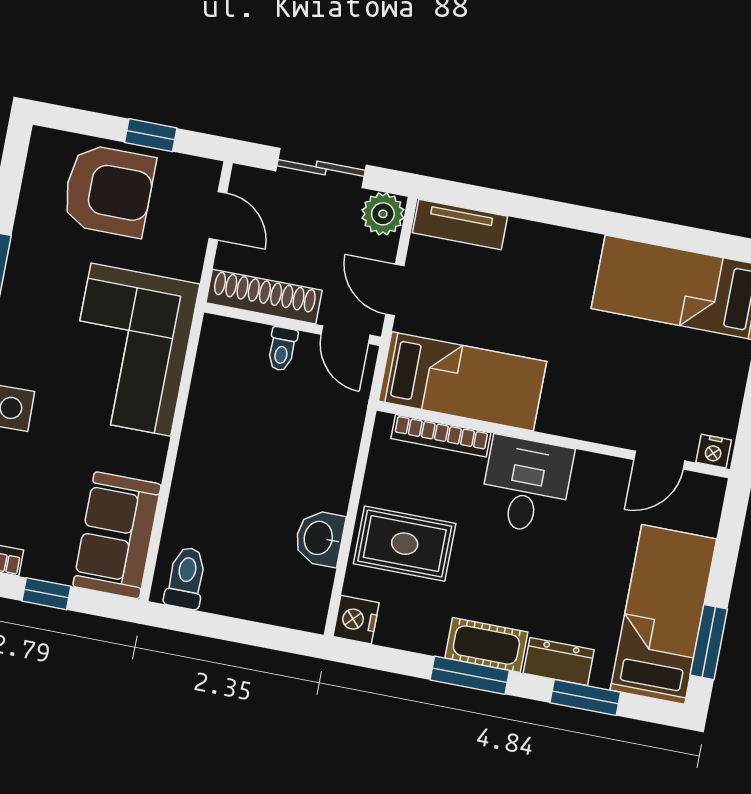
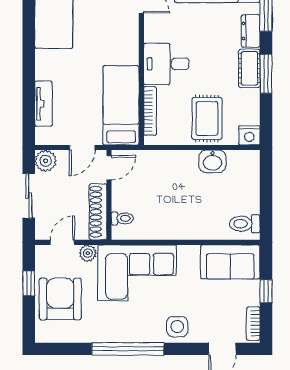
tv unit: (460, 224) -> (44, 104), moved
plant: (187, 261) -> (88, 253), added
toilet: (282, 349) -> (122, 218), moved

